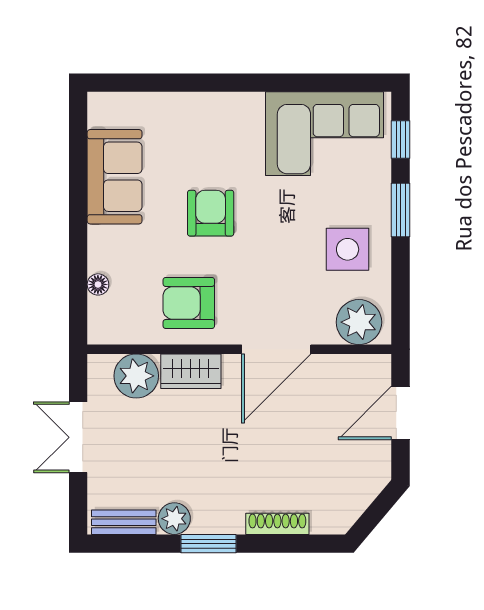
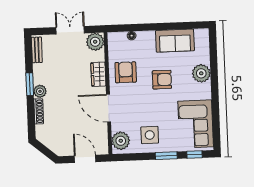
plant: (199, 114) -> (201, 73), added
plant: (136, 376) -> (95, 42), moved
plant: (174, 519) -> (40, 91), moved

